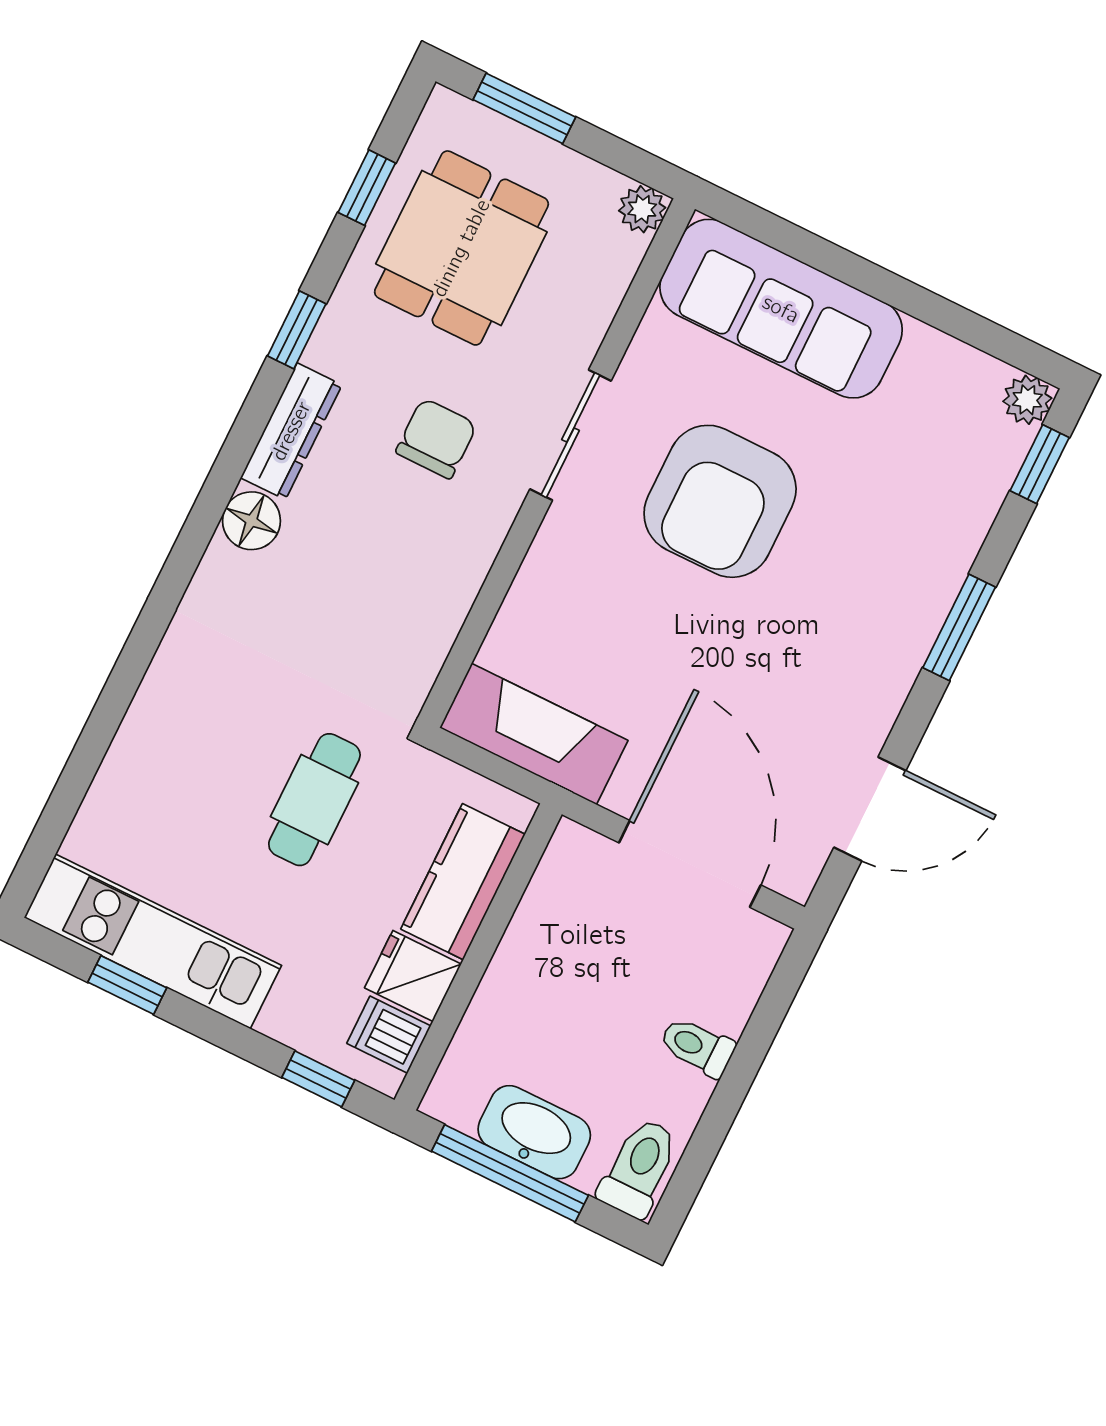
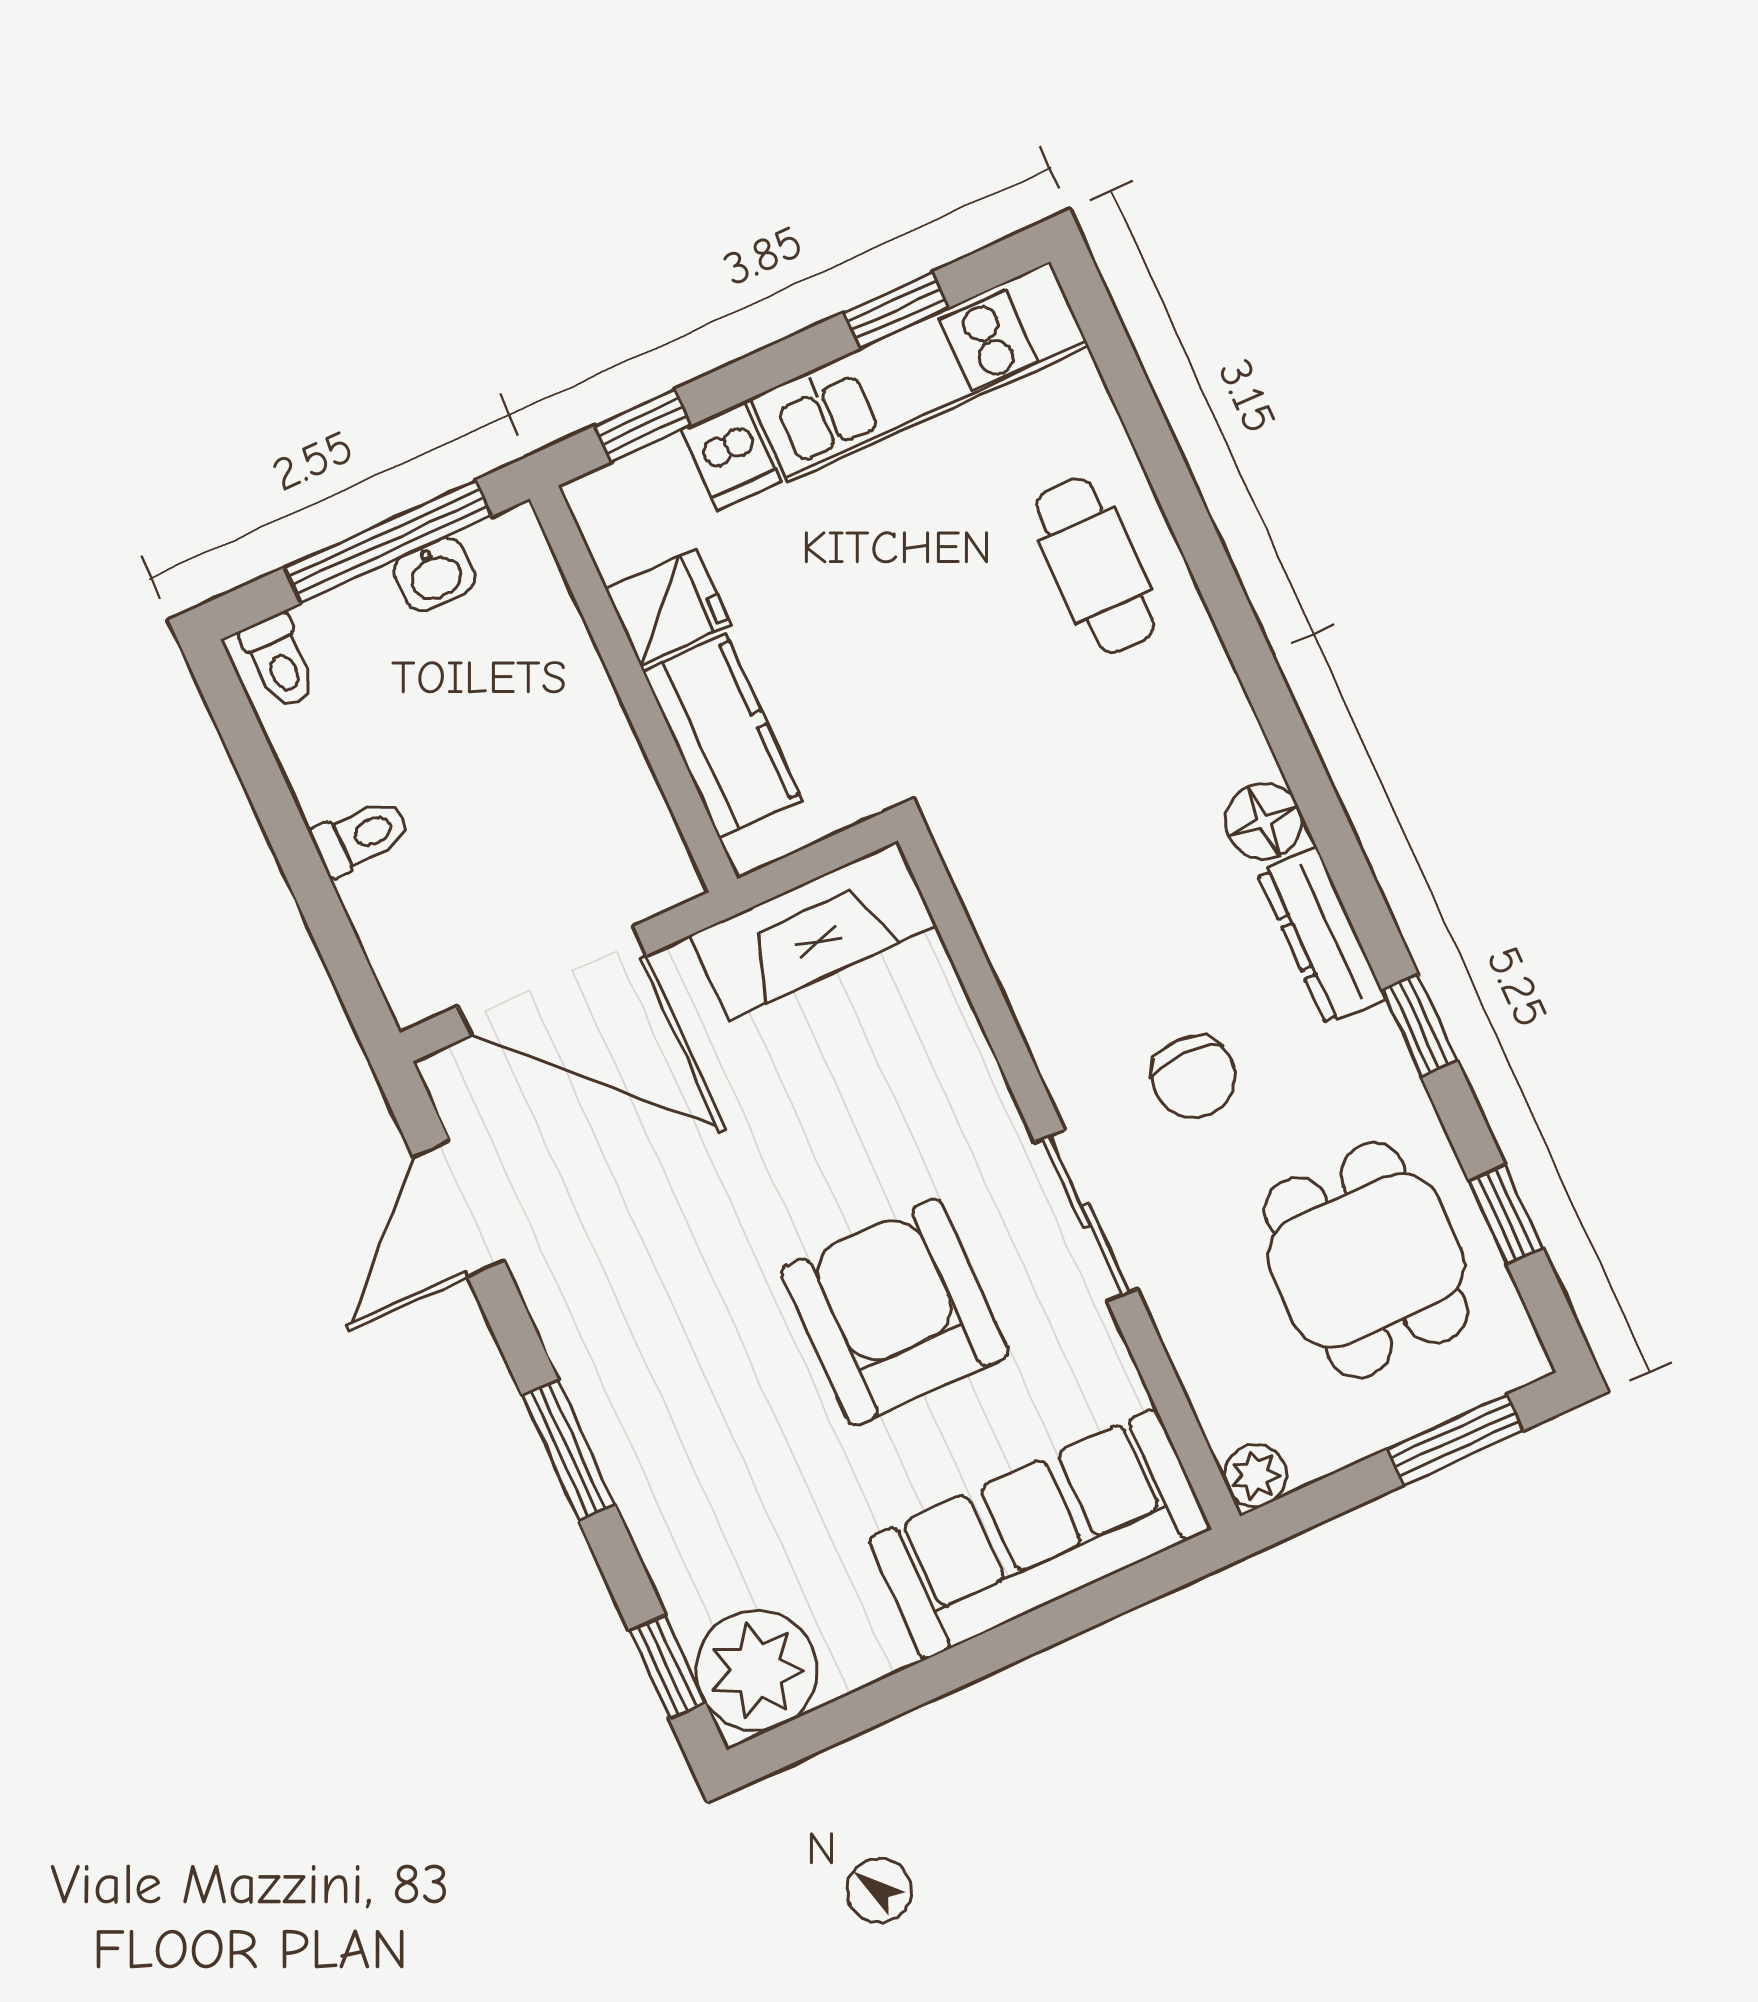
plant: (1027, 400) -> (757, 1671), width x1.88, depth x1.88
cafe table: (314, 800) -> (1095, 565), moved
dishwasher: (389, 1035) -> (731, 456), moved, turned 90
washbasin: (534, 1132) -> (435, 574), width x0.52, depth x0.69
toilet: (639, 1168) -> (279, 661), width x0.73, depth x0.72

